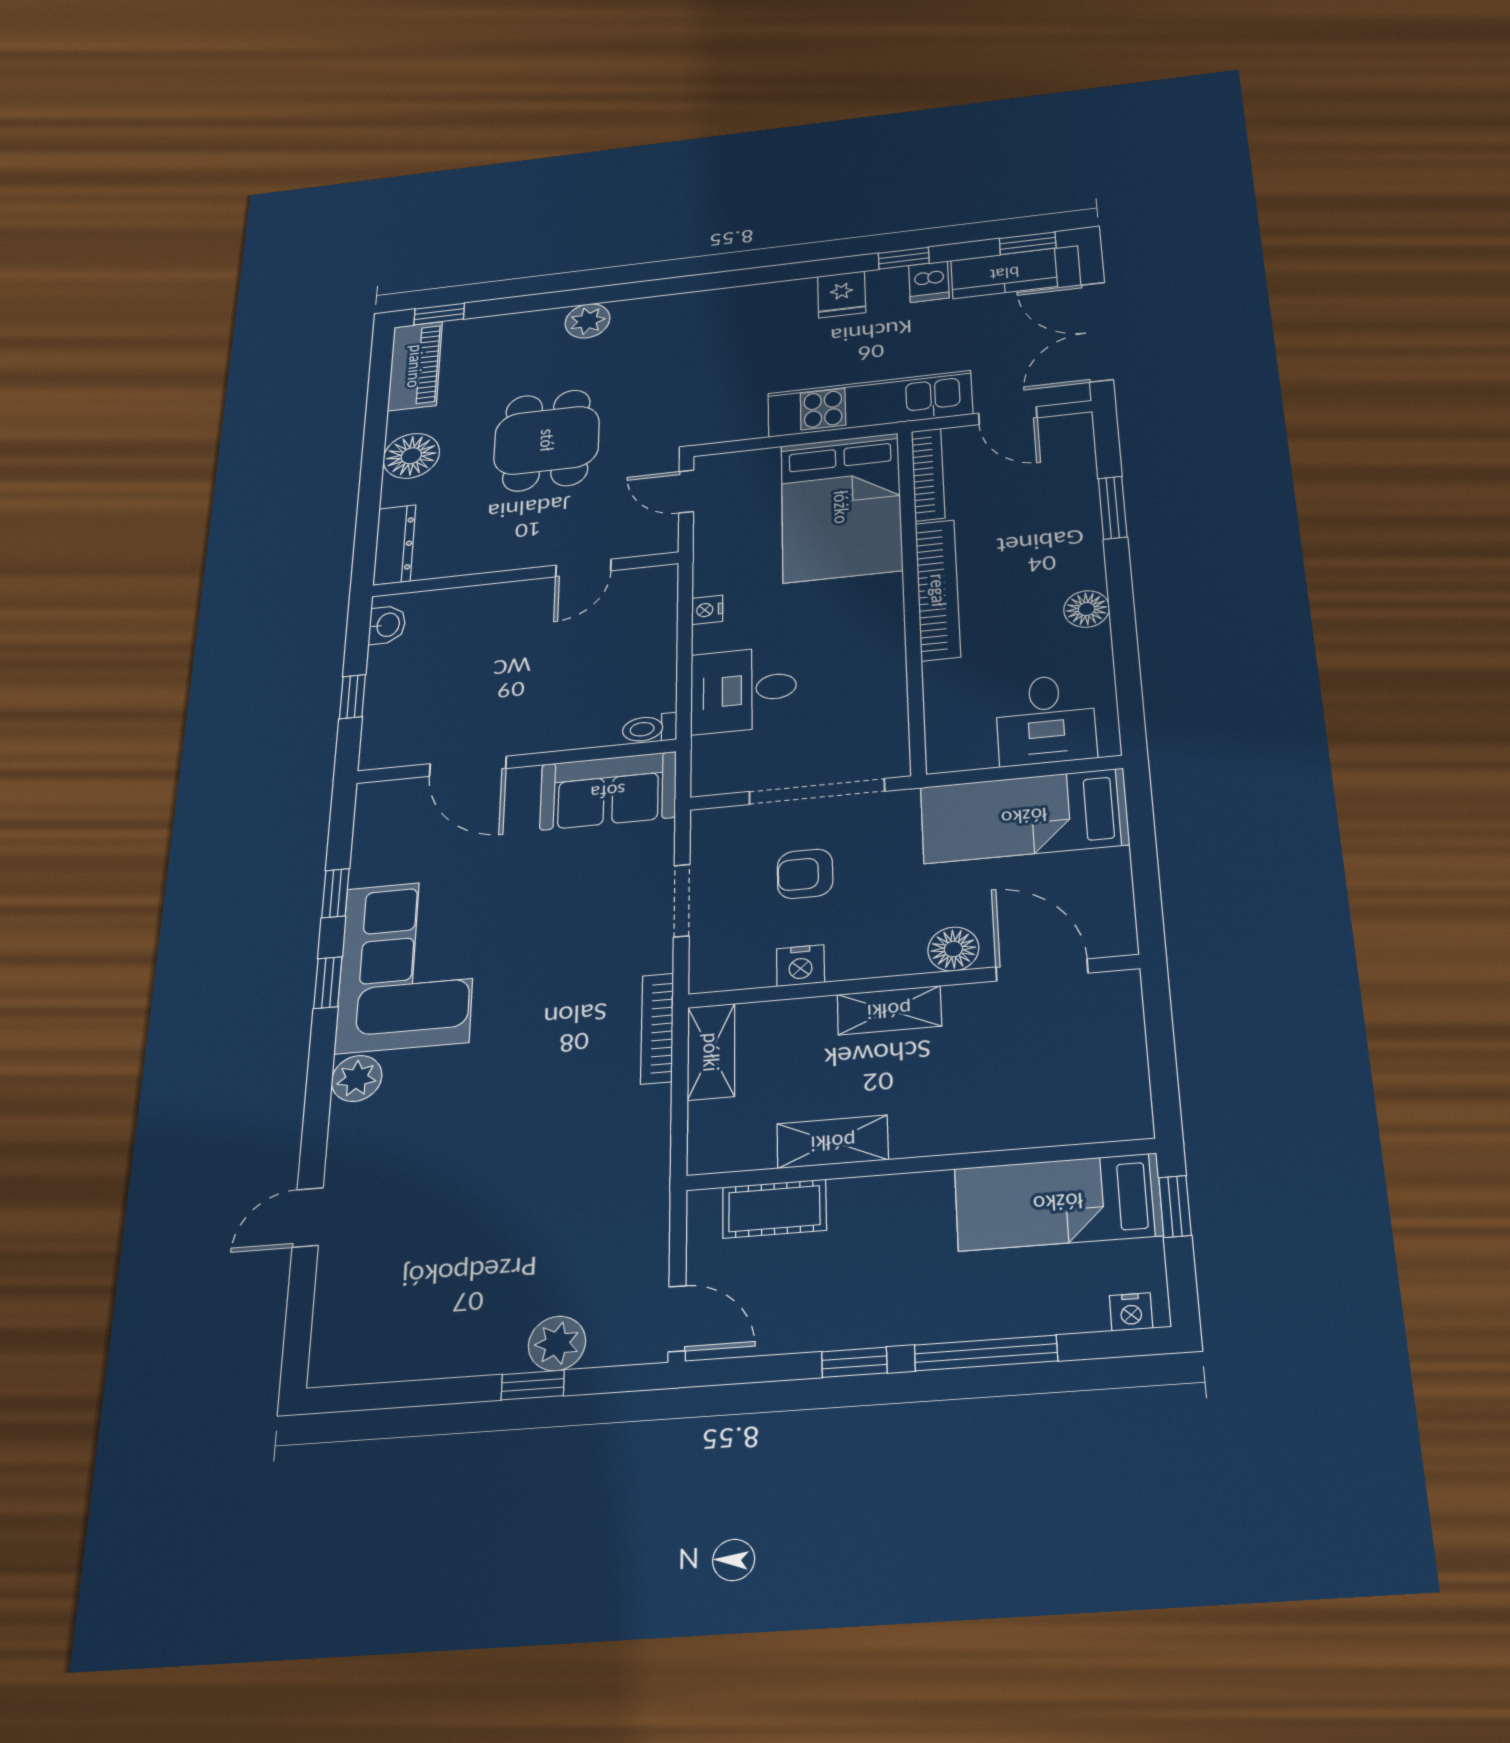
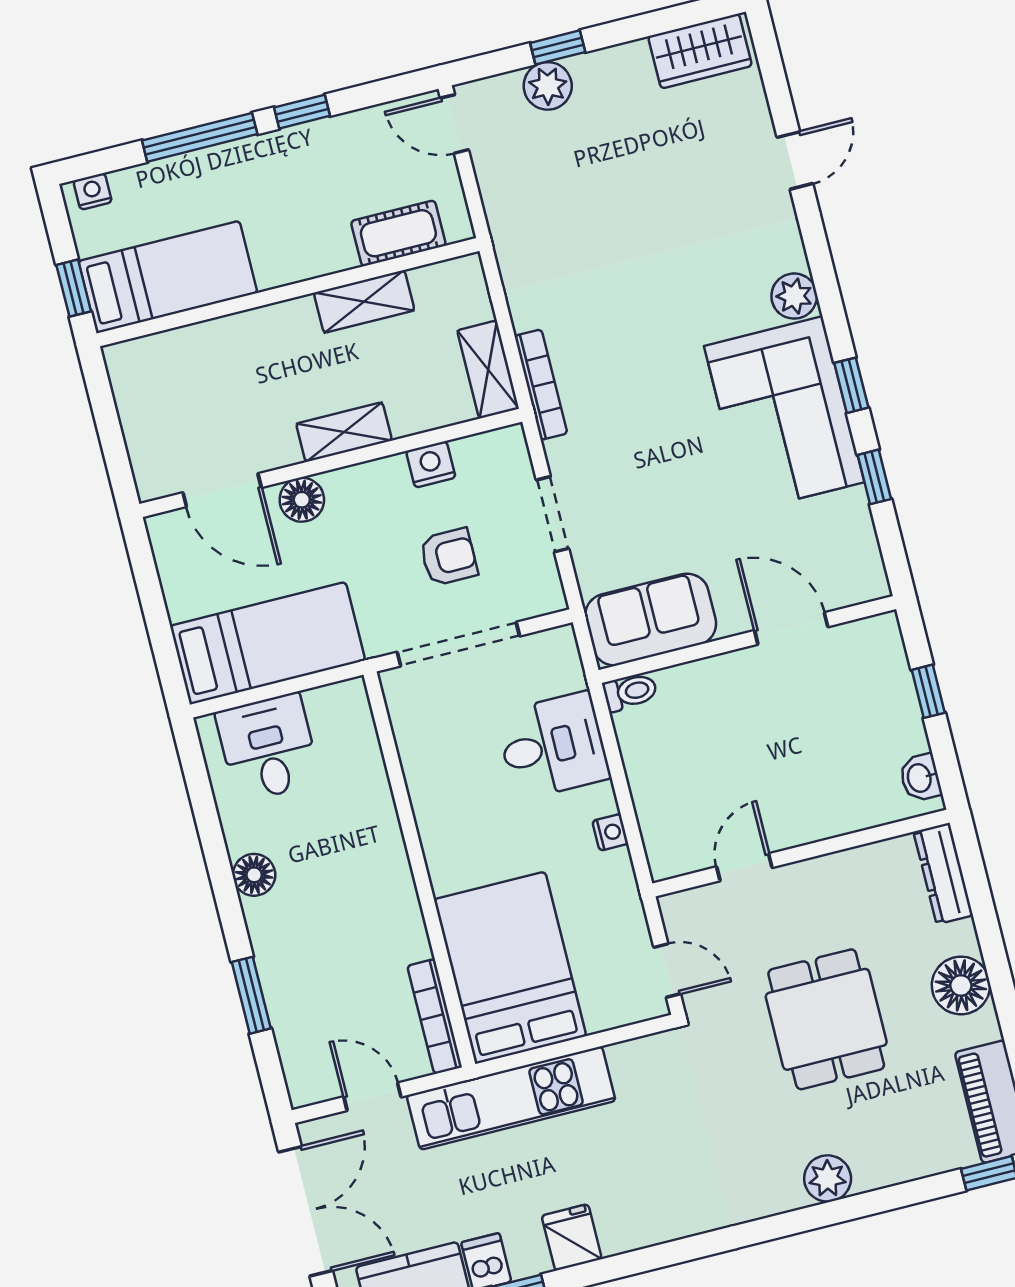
bookcase: (938, 590) -> (396, 881), removed
wardrobe: (372, 1353) -> (700, 51), added

